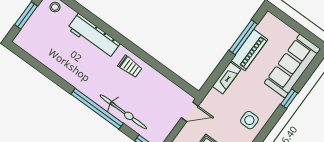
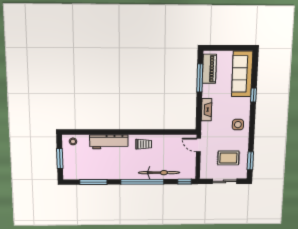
piano: (249, 50) -> (209, 69), moved
window: (43, 69) -> (93, 182), added
door: (190, 112) -> (199, 145), swing flipped

